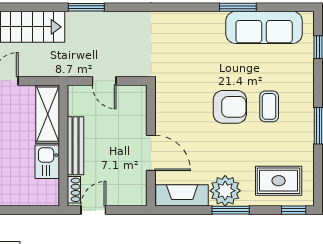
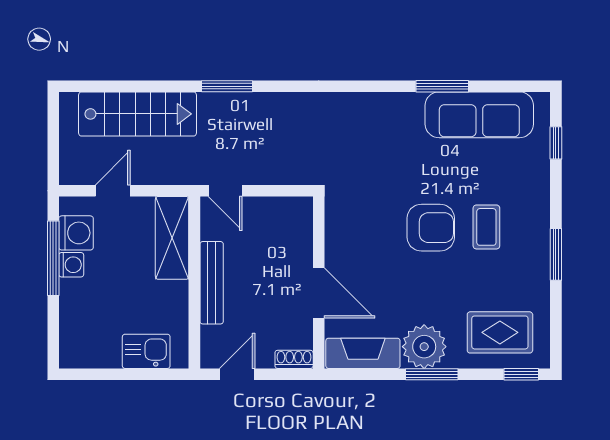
door: (104, 81) -> (225, 191), moved
kitchen sink: (47, 162) -> (146, 351), moved, turned 90
shoe rack: (74, 190) -> (294, 359), moved, turned -90

